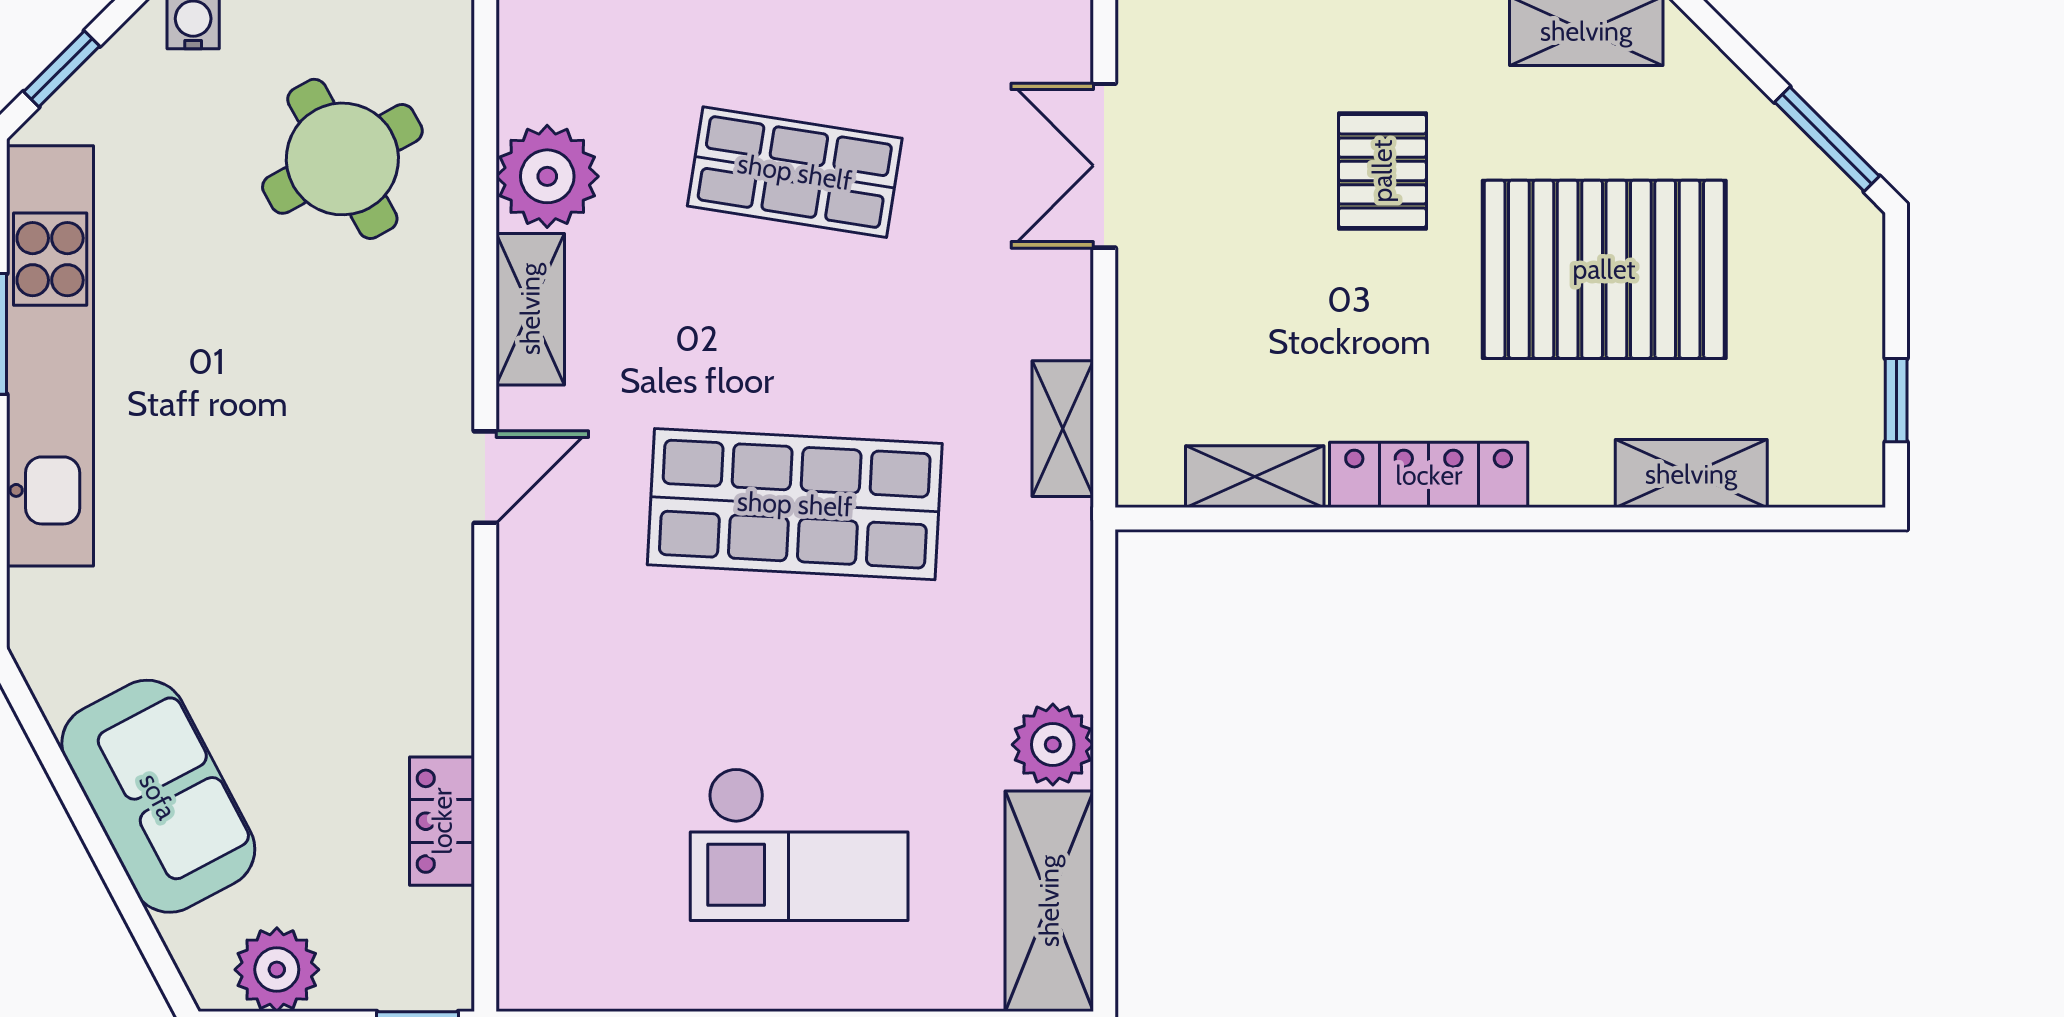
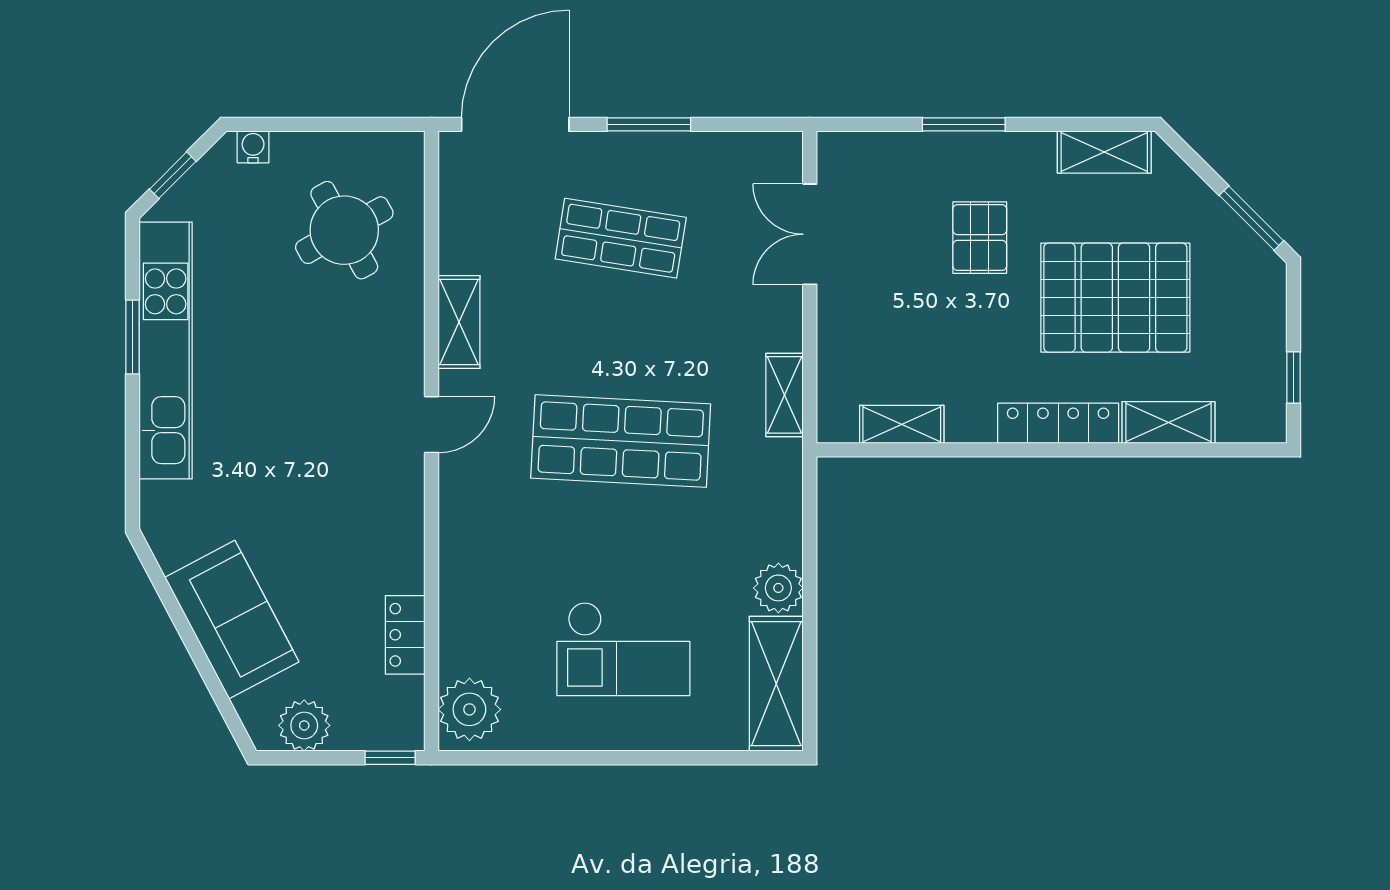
plant: (547, 176) -> (469, 709), moved
locker: (1429, 475) -> (1058, 423), moved

